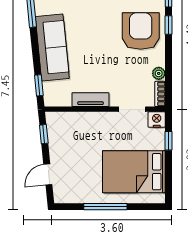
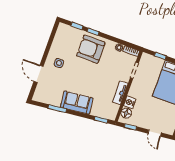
sofa: (52, 48) -> (77, 103), width x0.73
floor lamp: (63, 120) -> (126, 113), added
nightstand: (157, 120) -> (130, 102), moved

